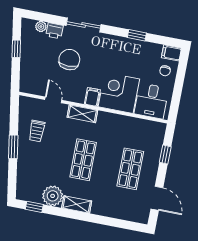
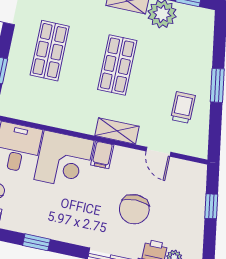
window: (16, 49) -> (211, 206), moved

